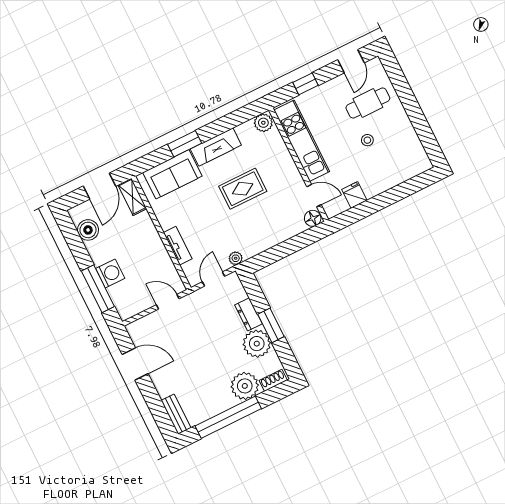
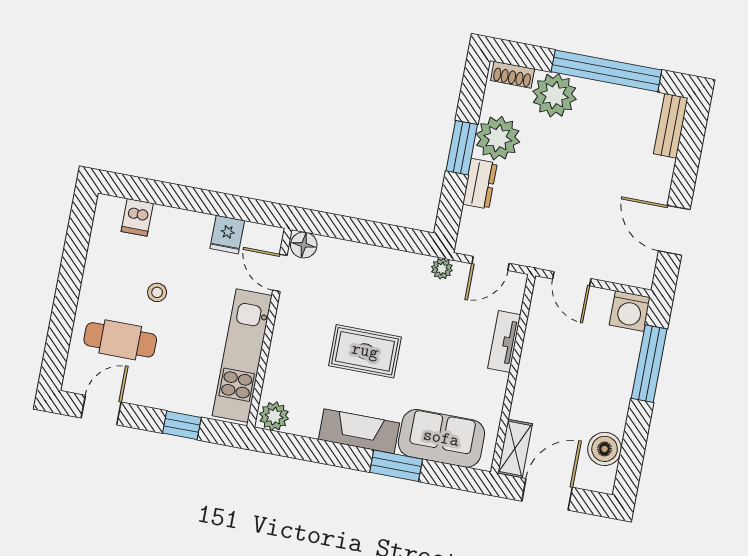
dishwasher: (405, 170) -> (137, 217), added
washing machine: (110, 273) -> (630, 311), moved, turned -90

